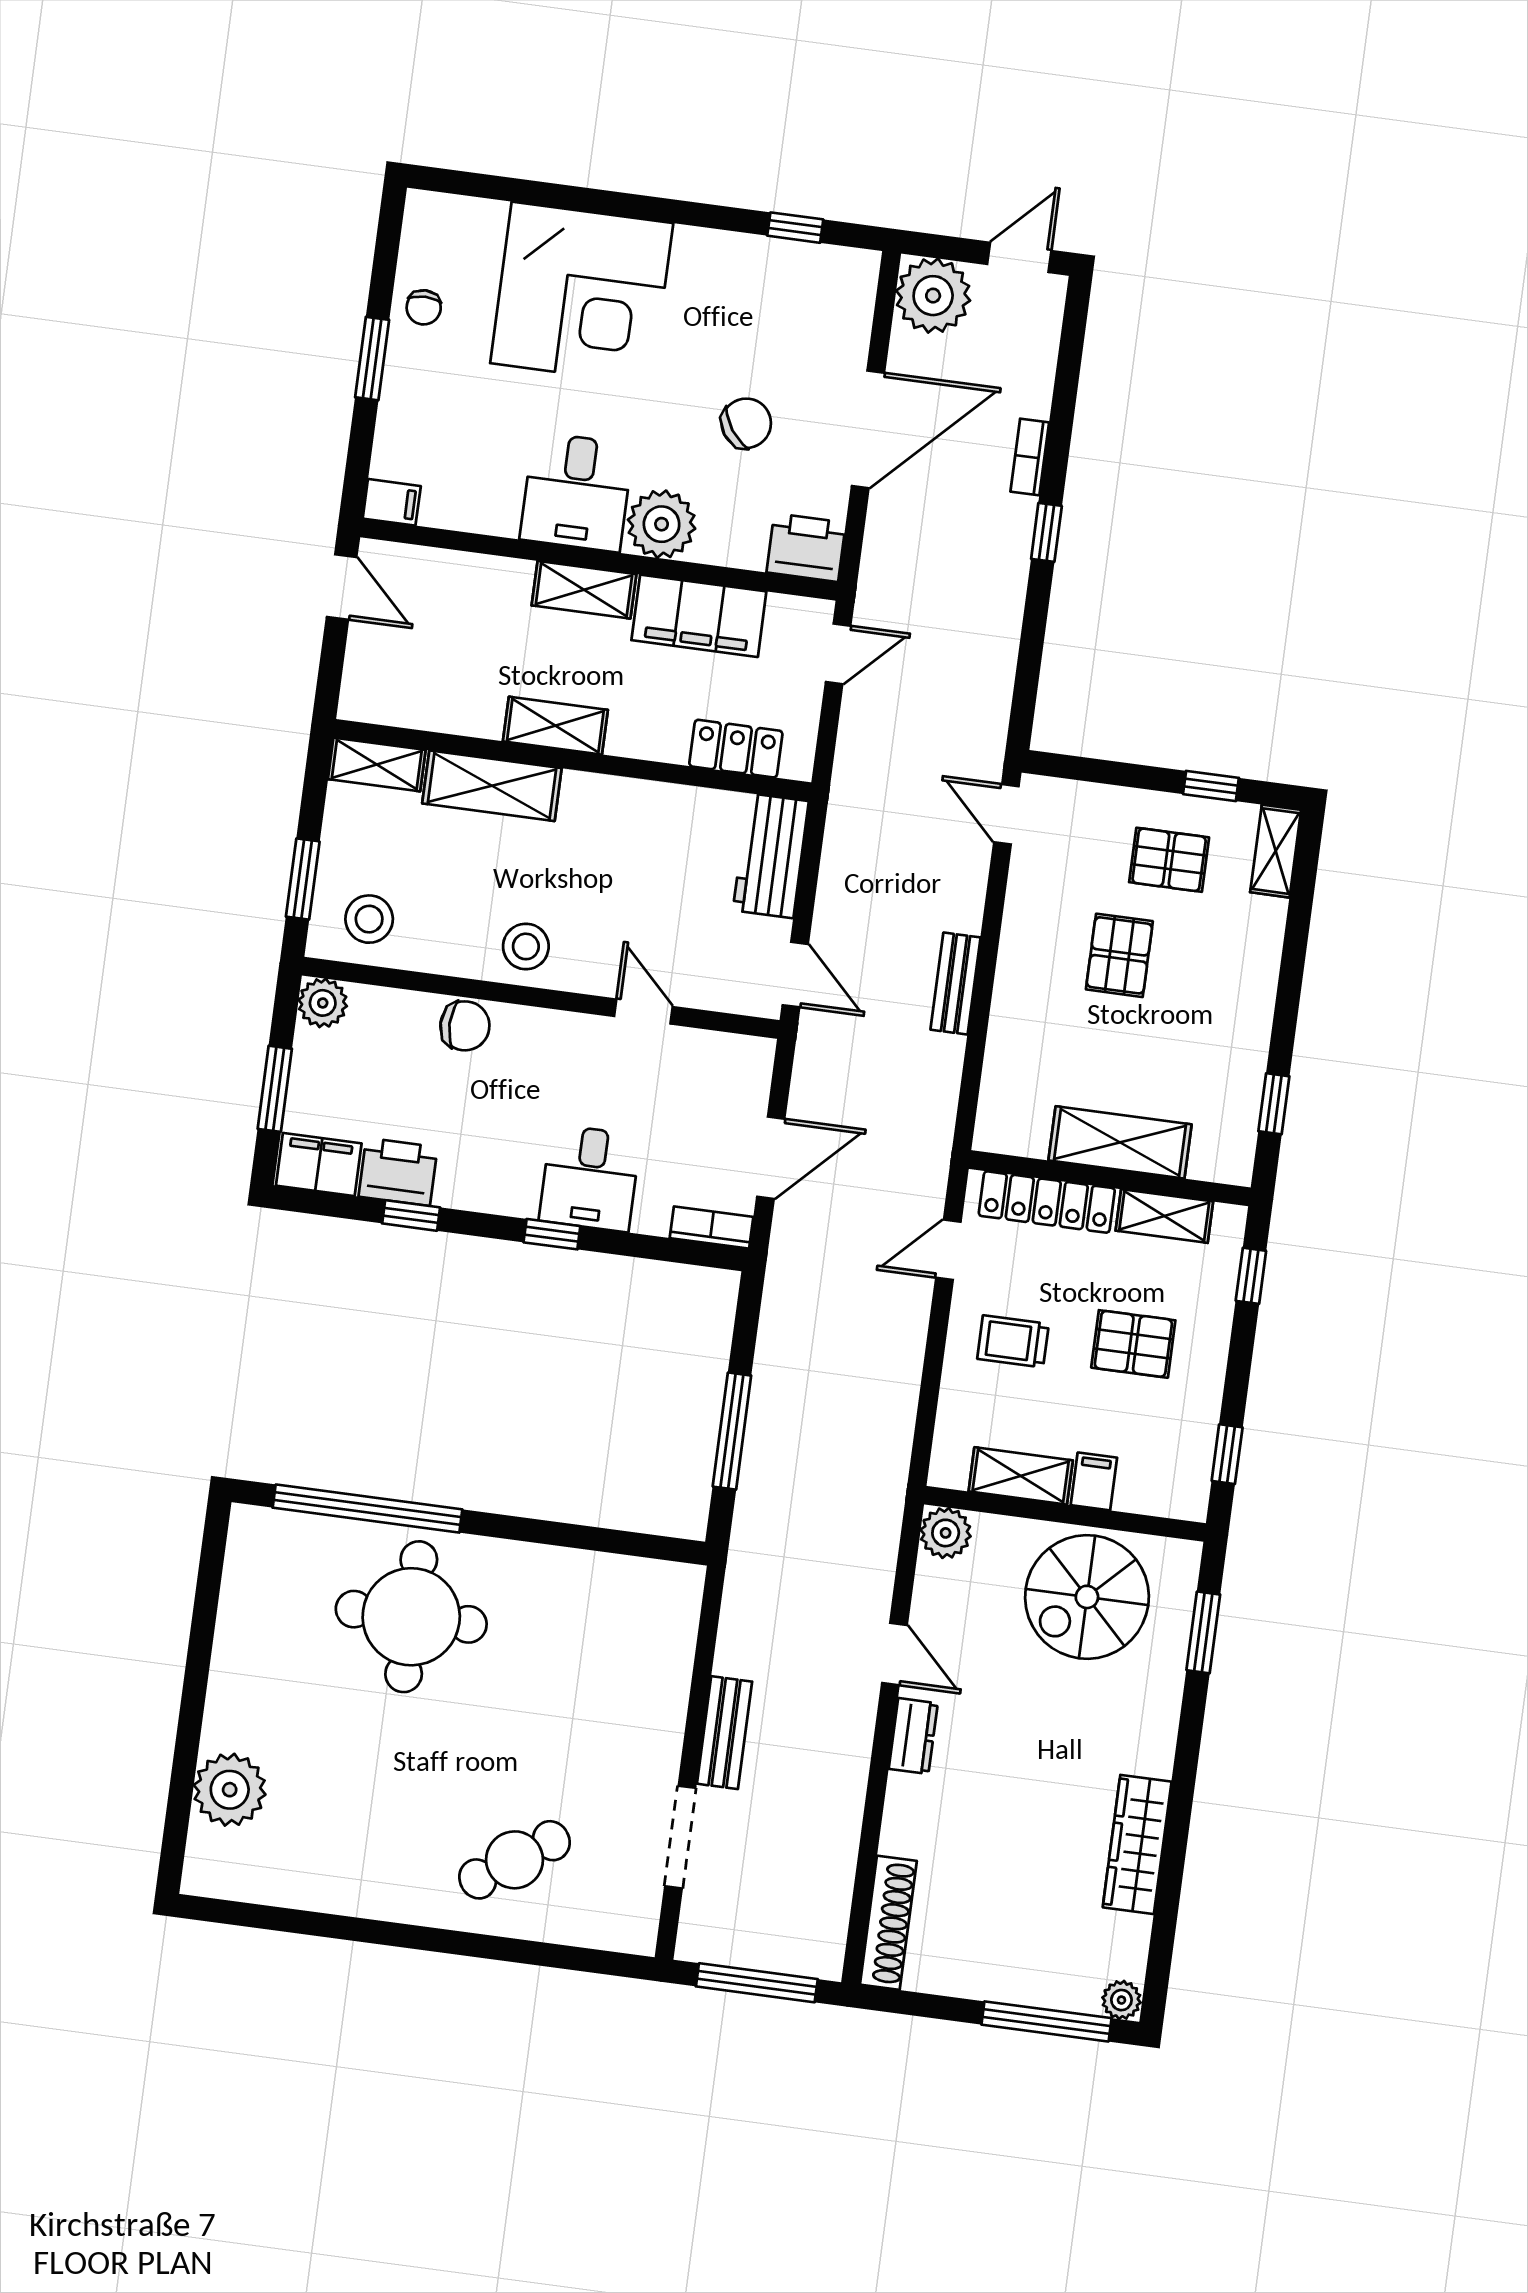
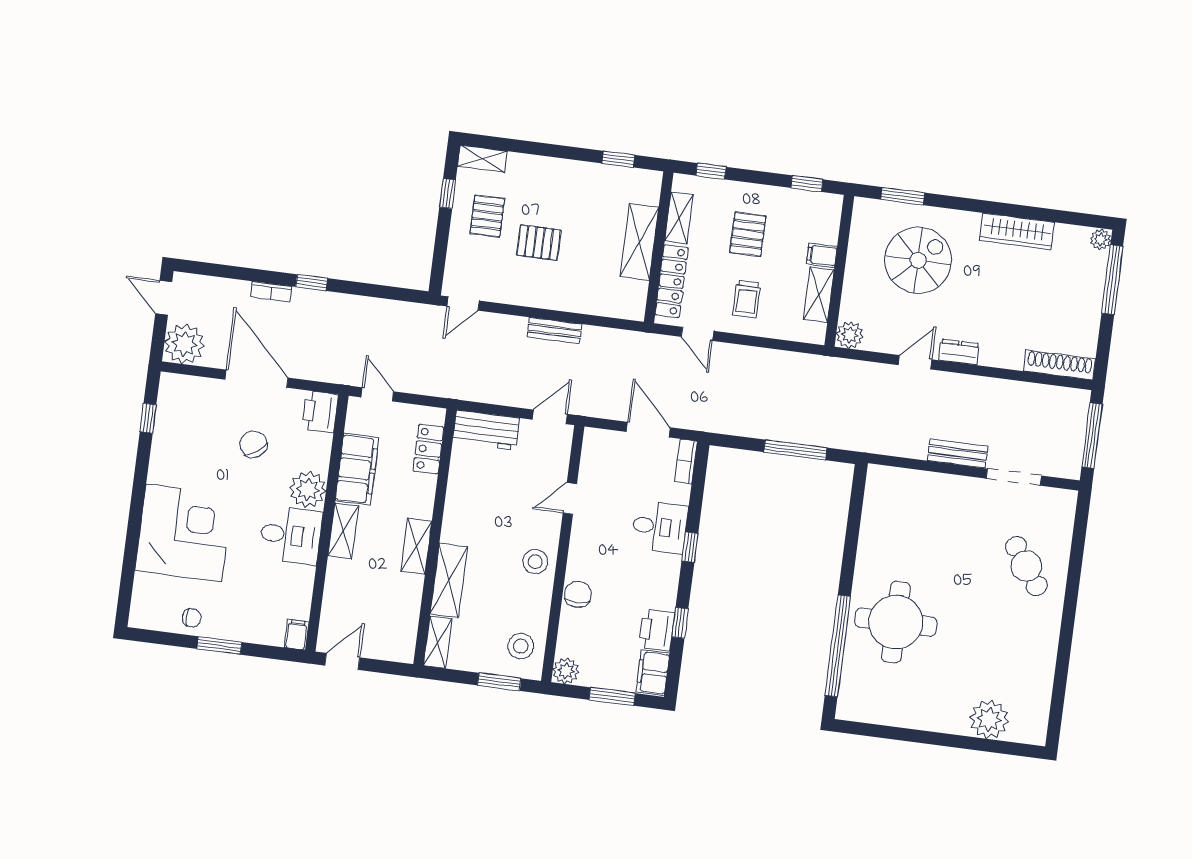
spiral stairs: (1087, 1597) -> (918, 260), moved, turned -90

